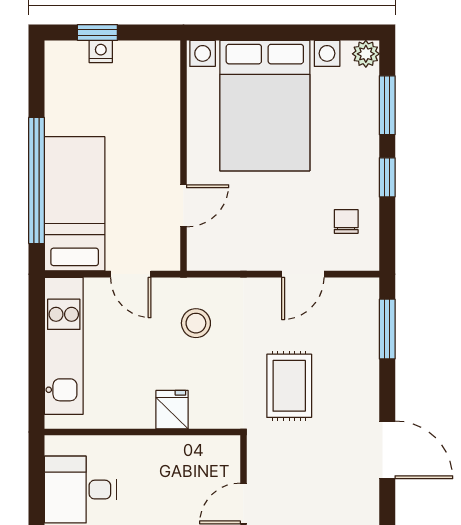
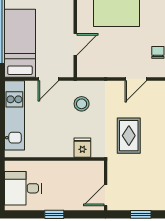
door: (131, 274) -> (48, 79), hinge flipped
fridge: (172, 410) -> (82, 148), moved

